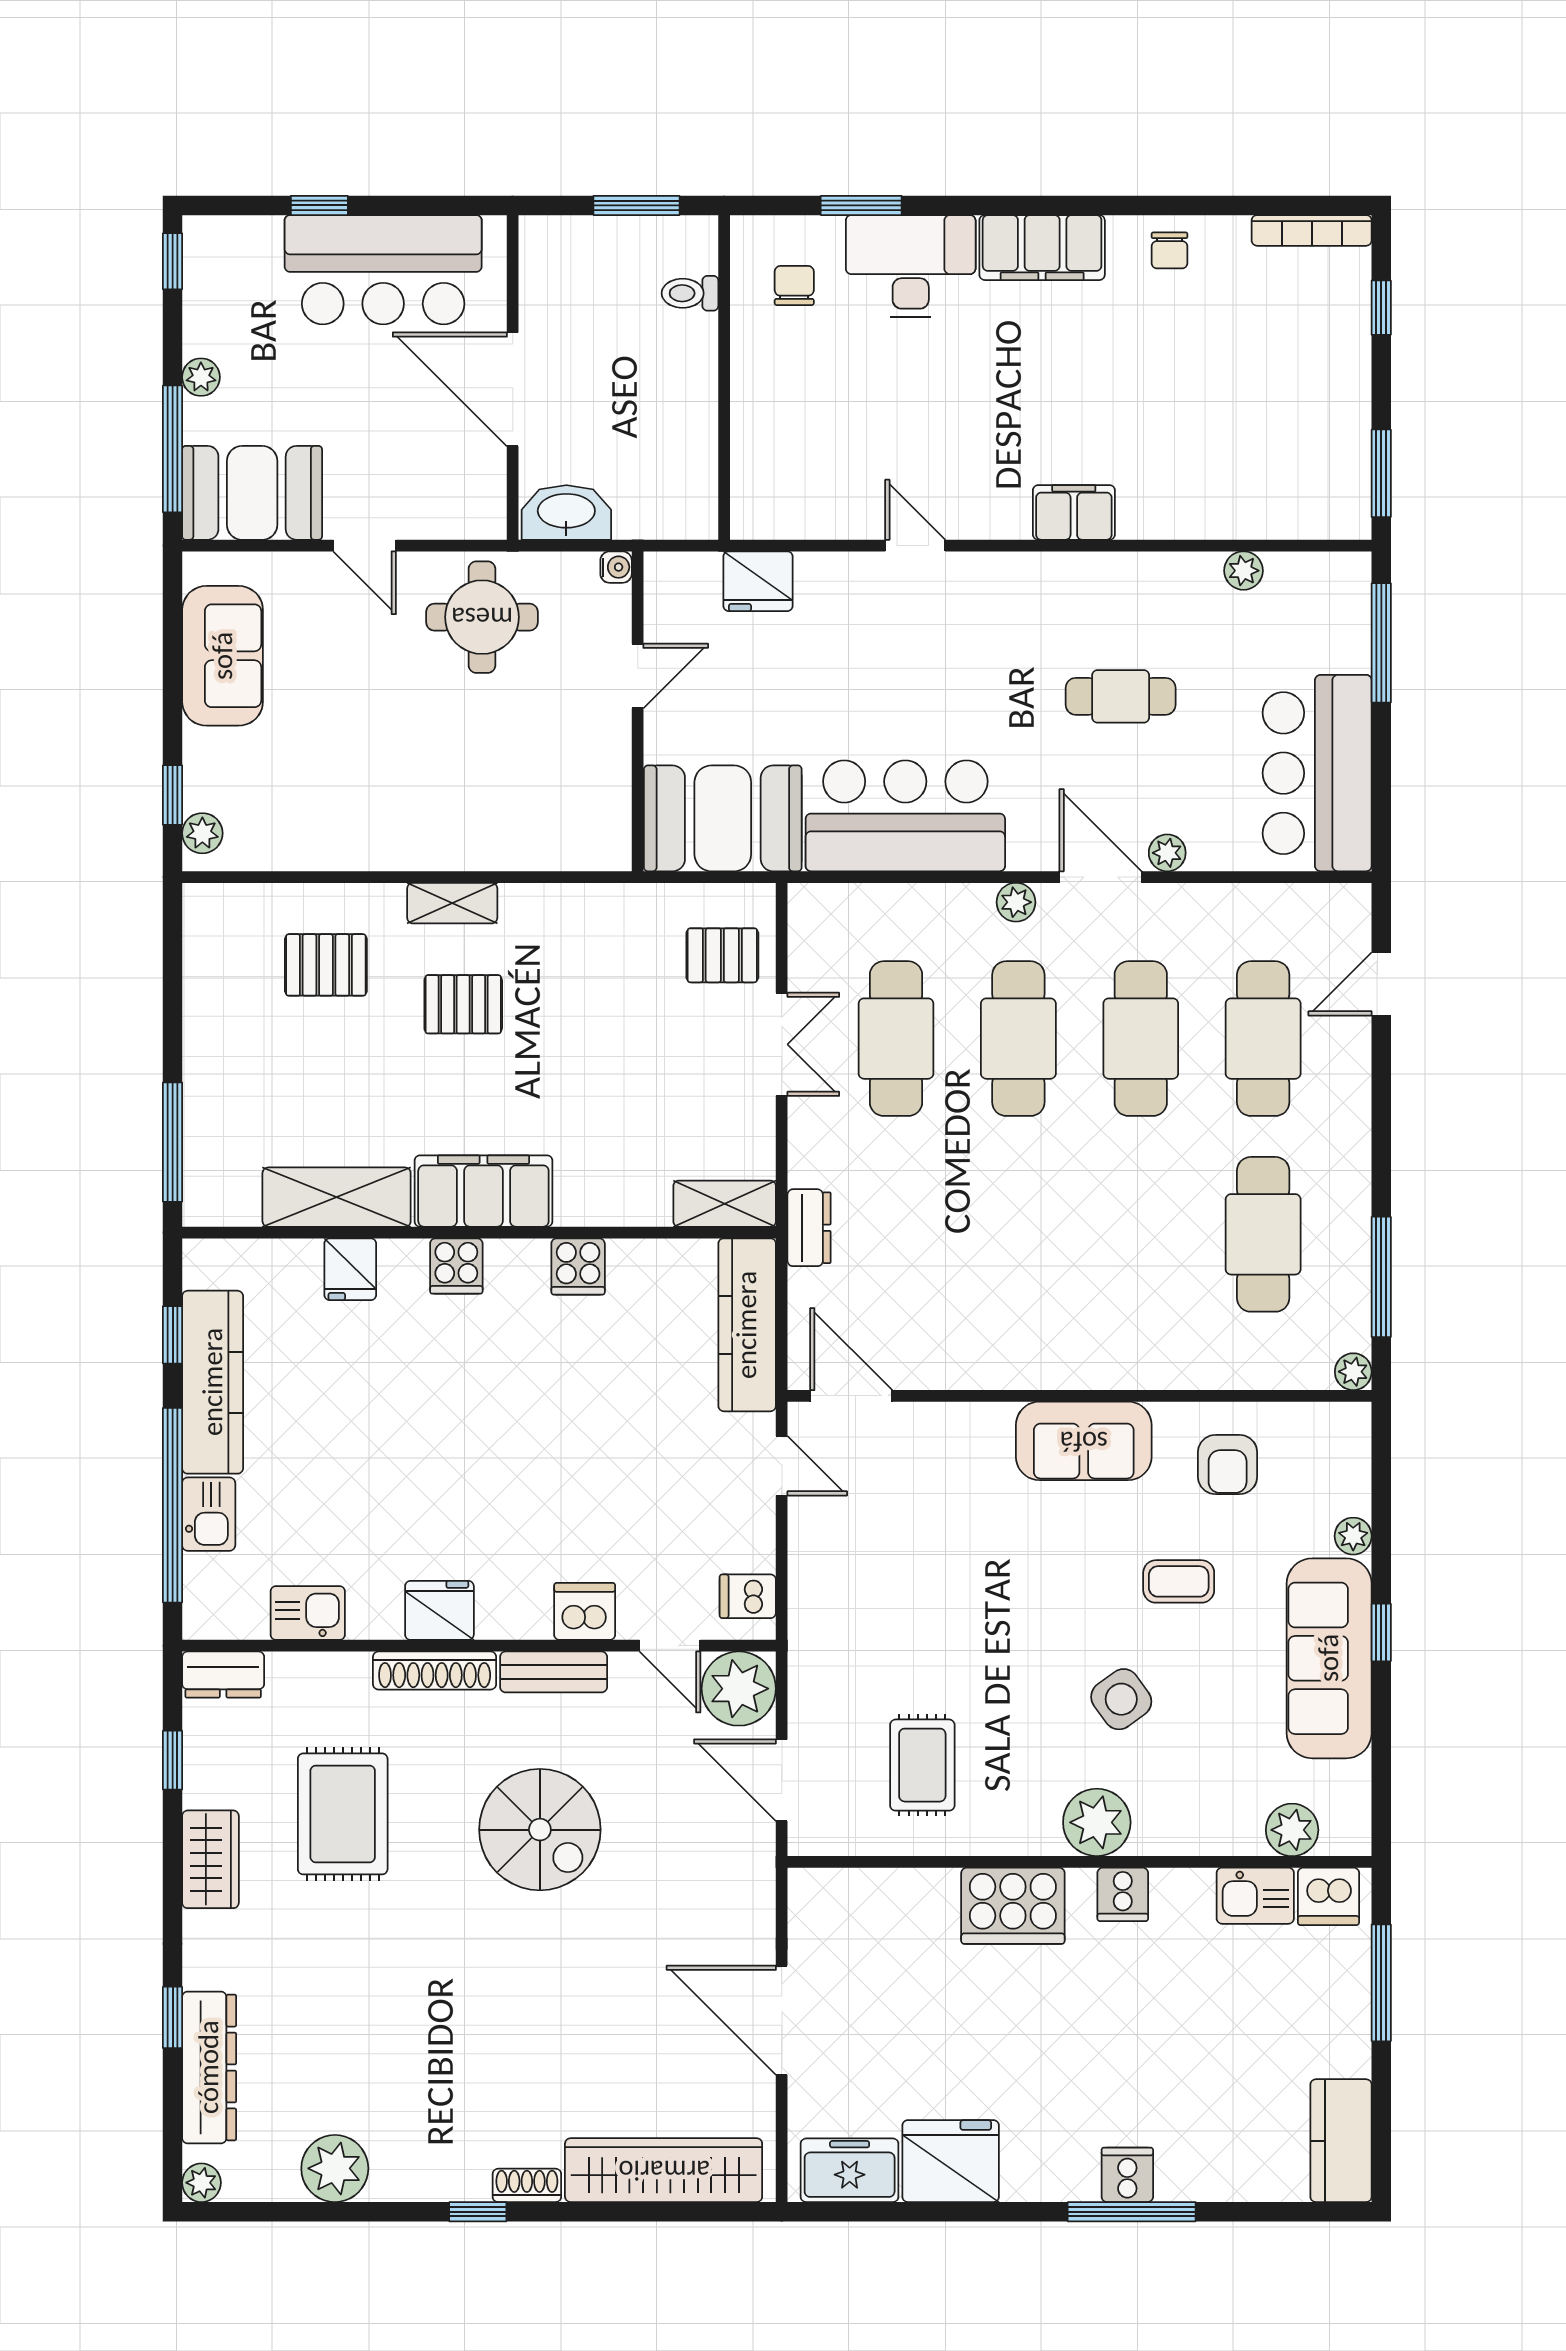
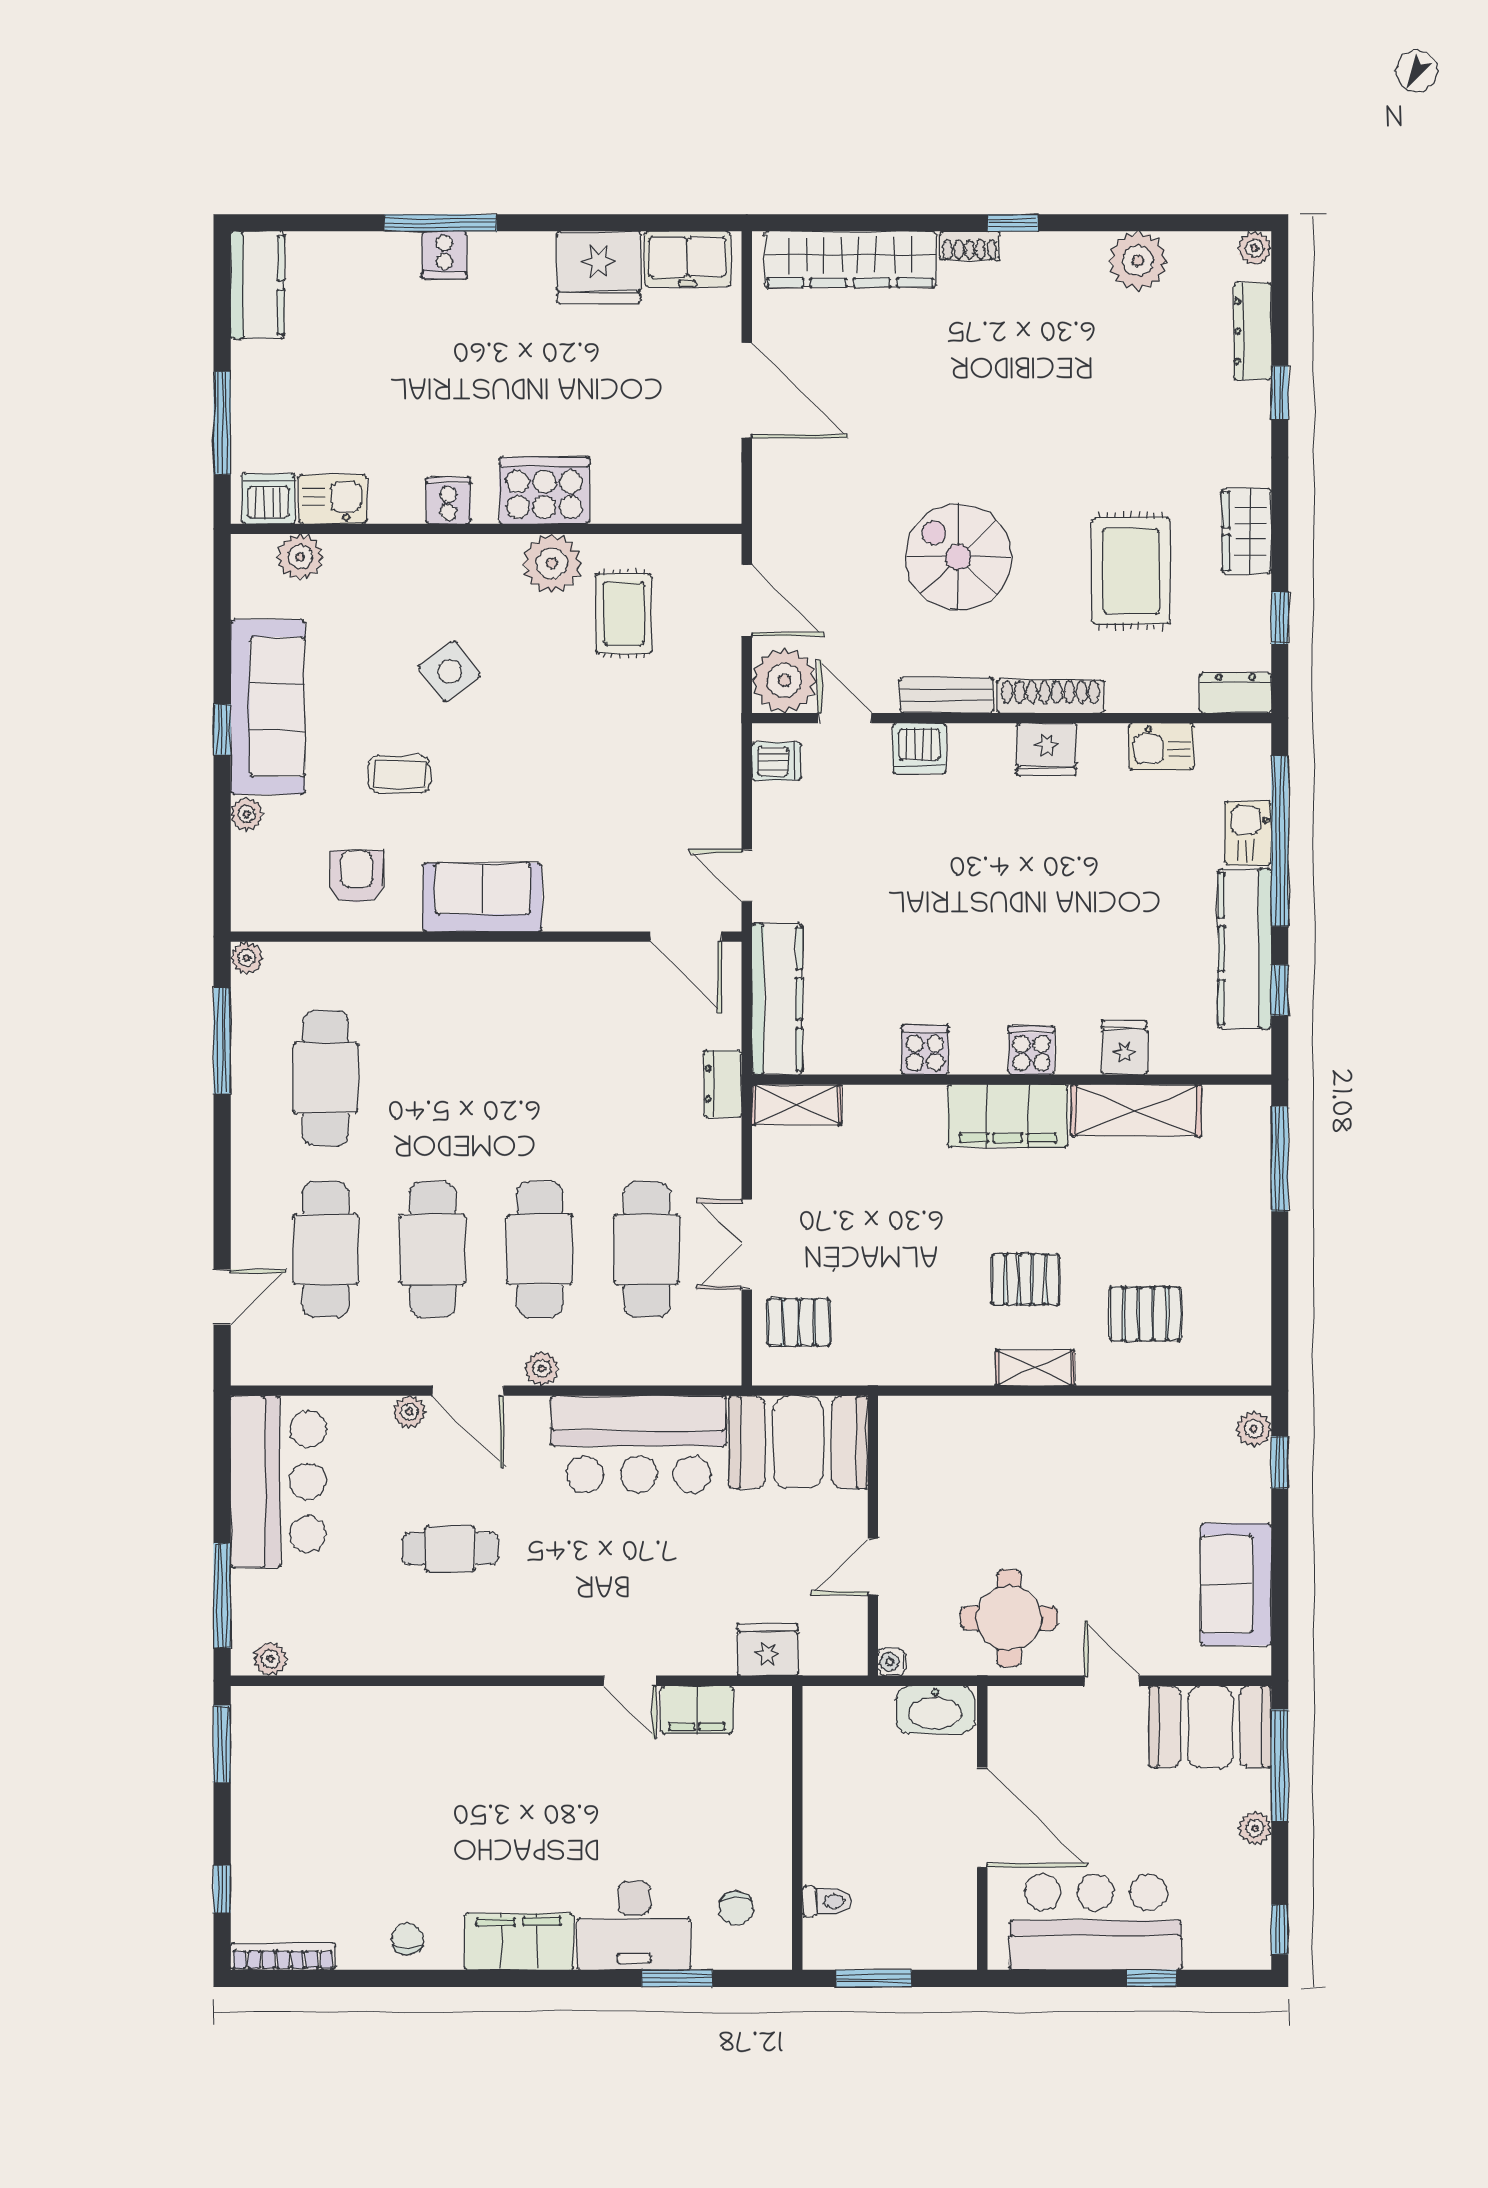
filing cabinet: (1074, 512) -> (697, 1710), moved
plant: (1243, 571) -> (270, 1659), moved
plant: (1097, 1822) -> (552, 563), moved
dresser: (209, 2067) -> (1252, 331), width x0.73, depth x0.80

